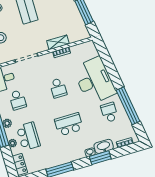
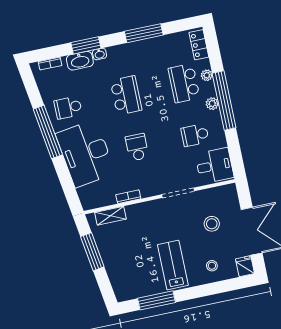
shelving: (58, 42) -> (110, 216), moved
school desk: (18, 100) -> (195, 135), turned -90
window: (128, 106) -> (48, 132), moved
school desk: (109, 112) -> (68, 108), turned 90
school desk: (69, 124) -> (126, 95), turned -90

